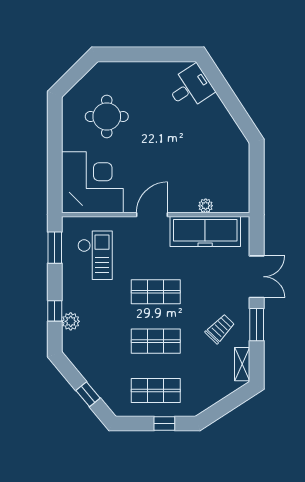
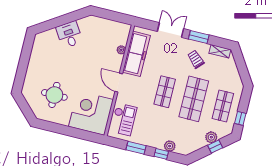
desk: (190, 87) -> (69, 35), moved
window: (55, 248) -> (136, 148), moved
checkout: (95, 255) -> (124, 119), moved, turned 90
shop shelf: (156, 341) -> (194, 99), width x1.43, depth x1.36
plant: (101, 384) -> (211, 137), added
window: (164, 424) -> (240, 118), moved

